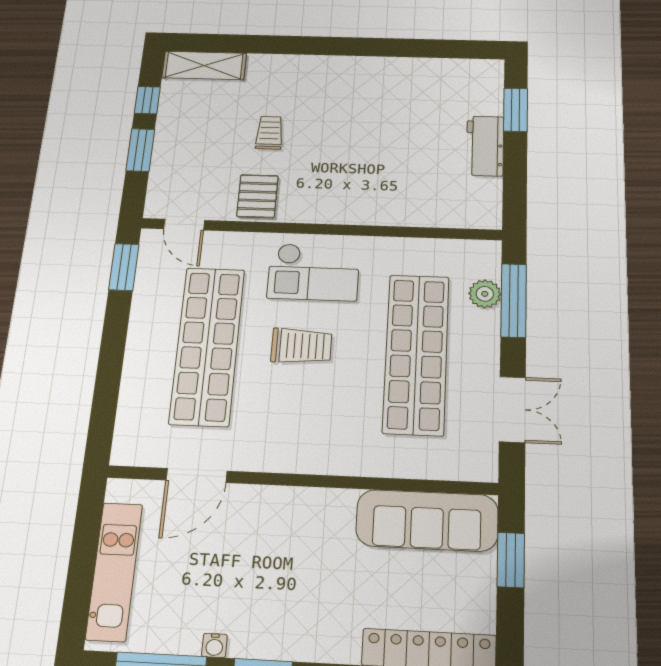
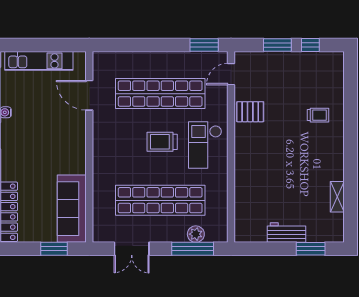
shelving: (204, 65) -> (337, 197), moved, width x0.67, depth x0.75
trolley: (270, 133) -> (318, 115), moved
trolley: (301, 346) -> (162, 142), turned 90

